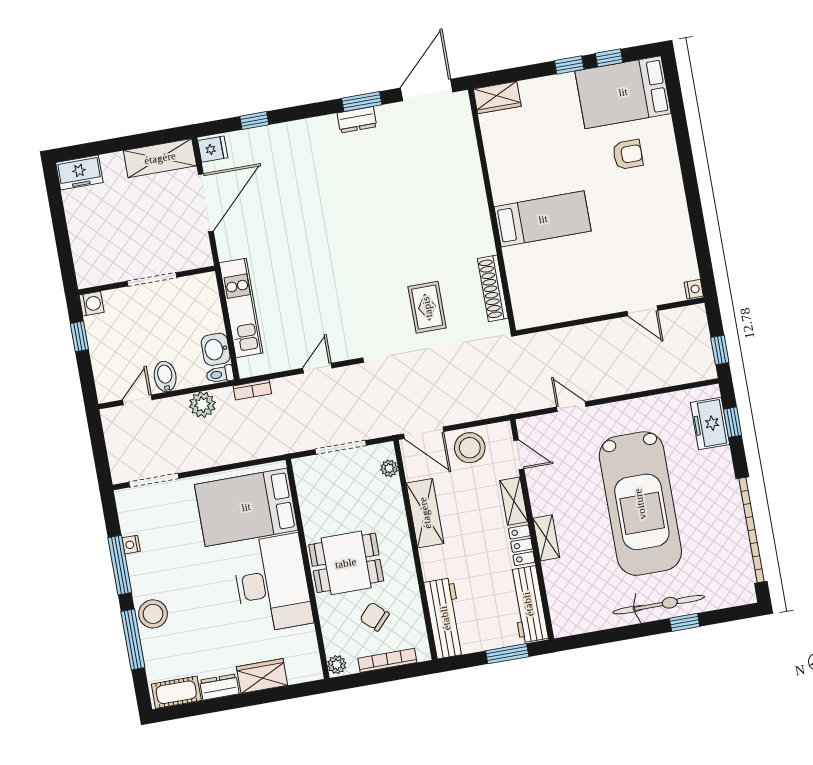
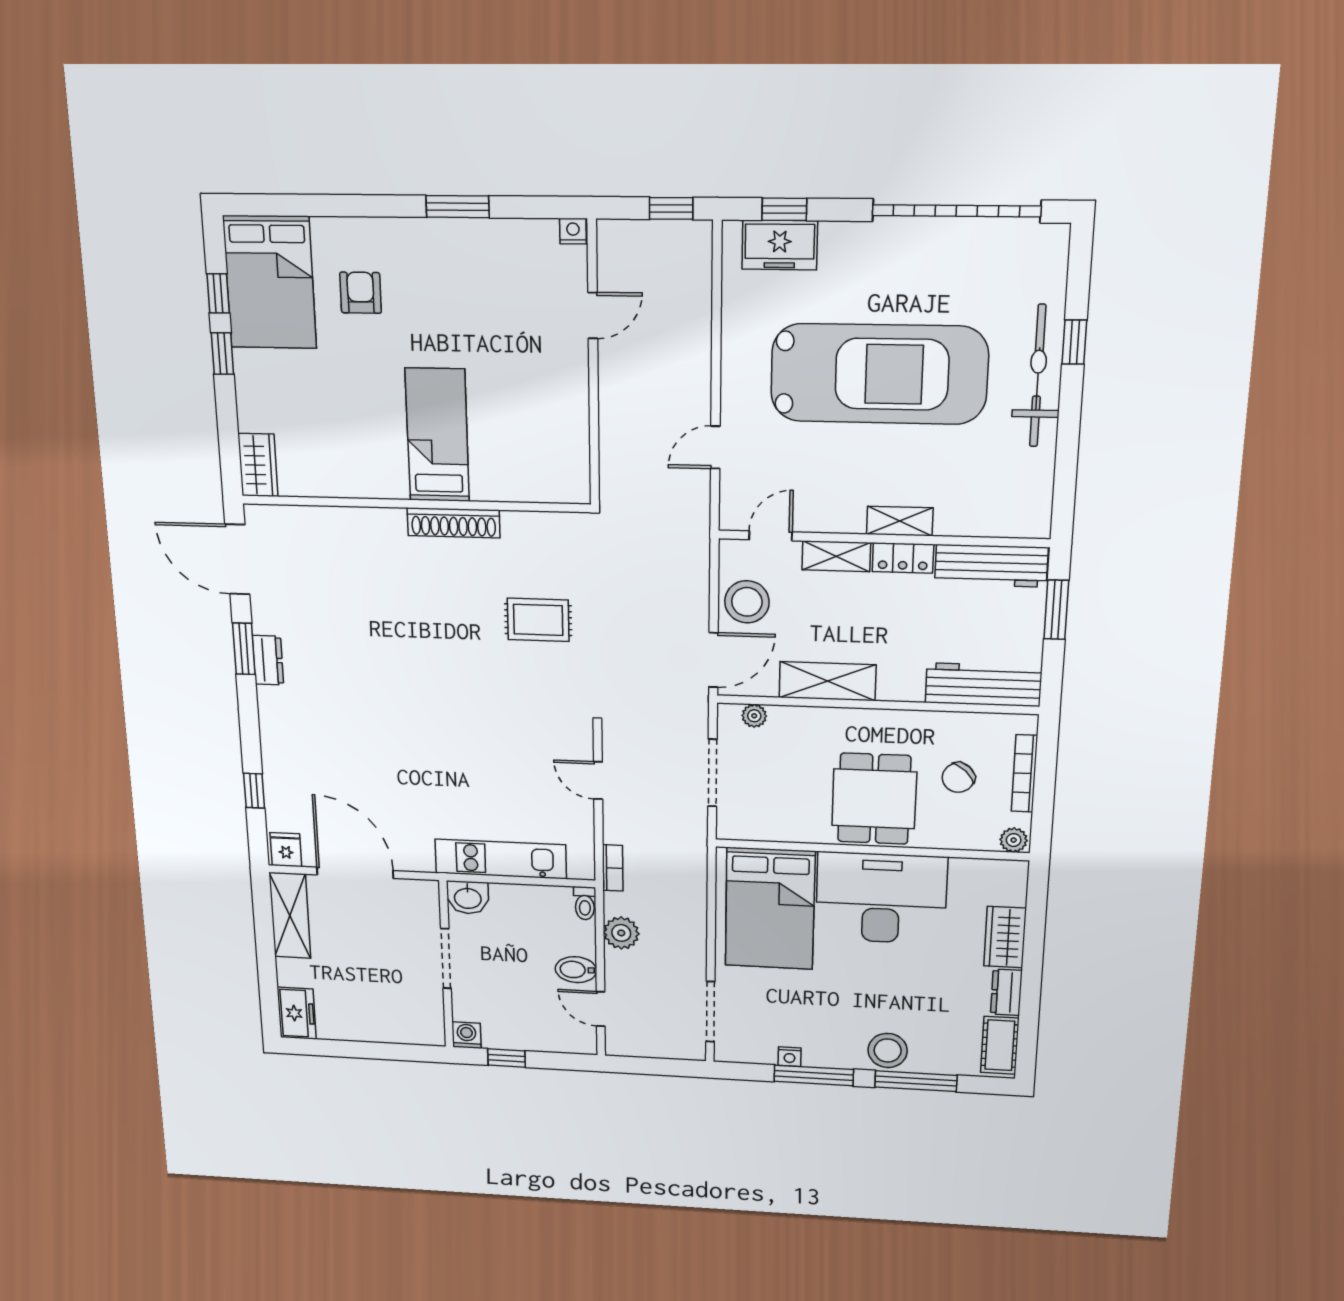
window: (695, 211) -> (458, 207), added
shoe rack: (493, 288) -> (453, 523), moved
washbasin: (216, 349) -> (468, 898), moved

